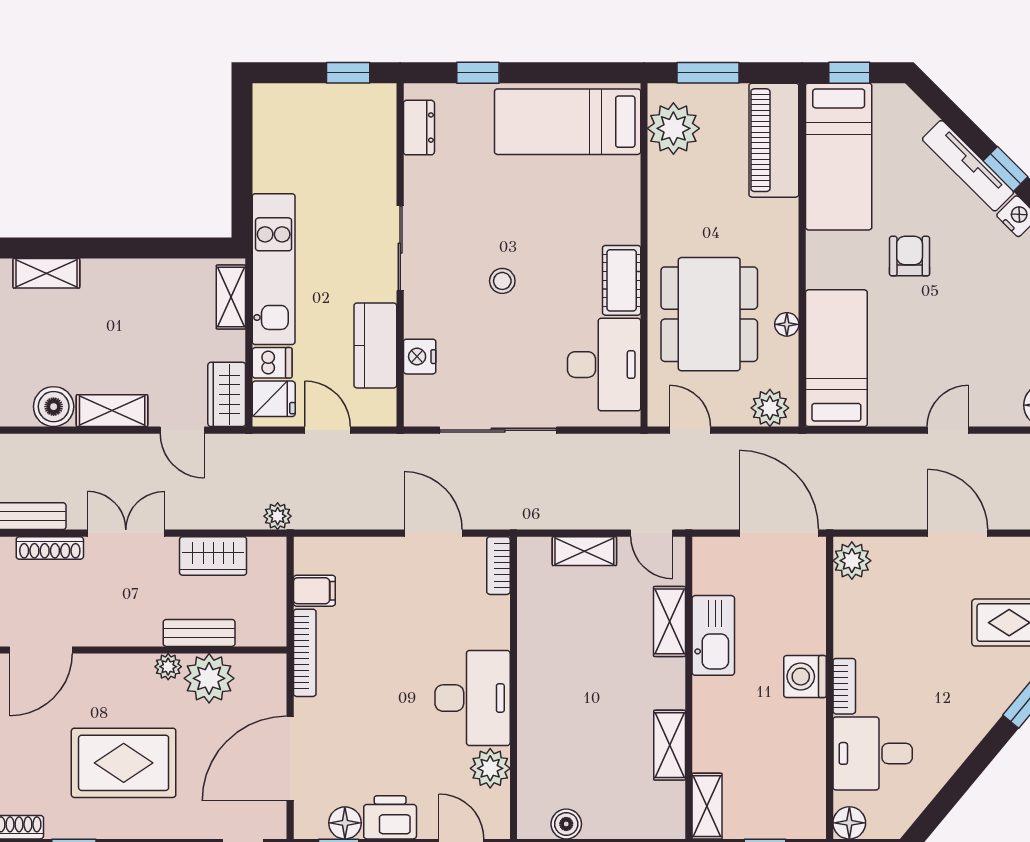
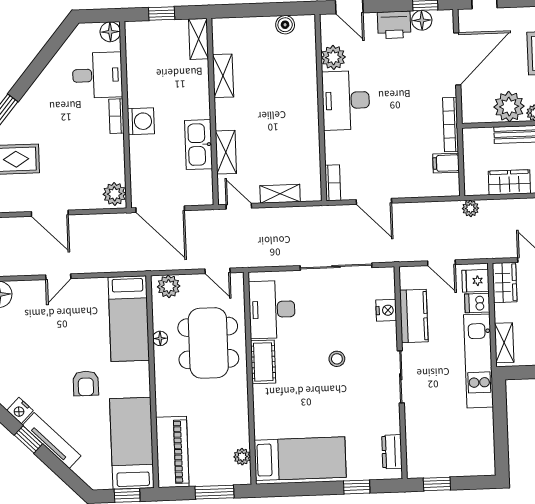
plant: (673, 128) -> (242, 457), width x0.53, depth x0.53

